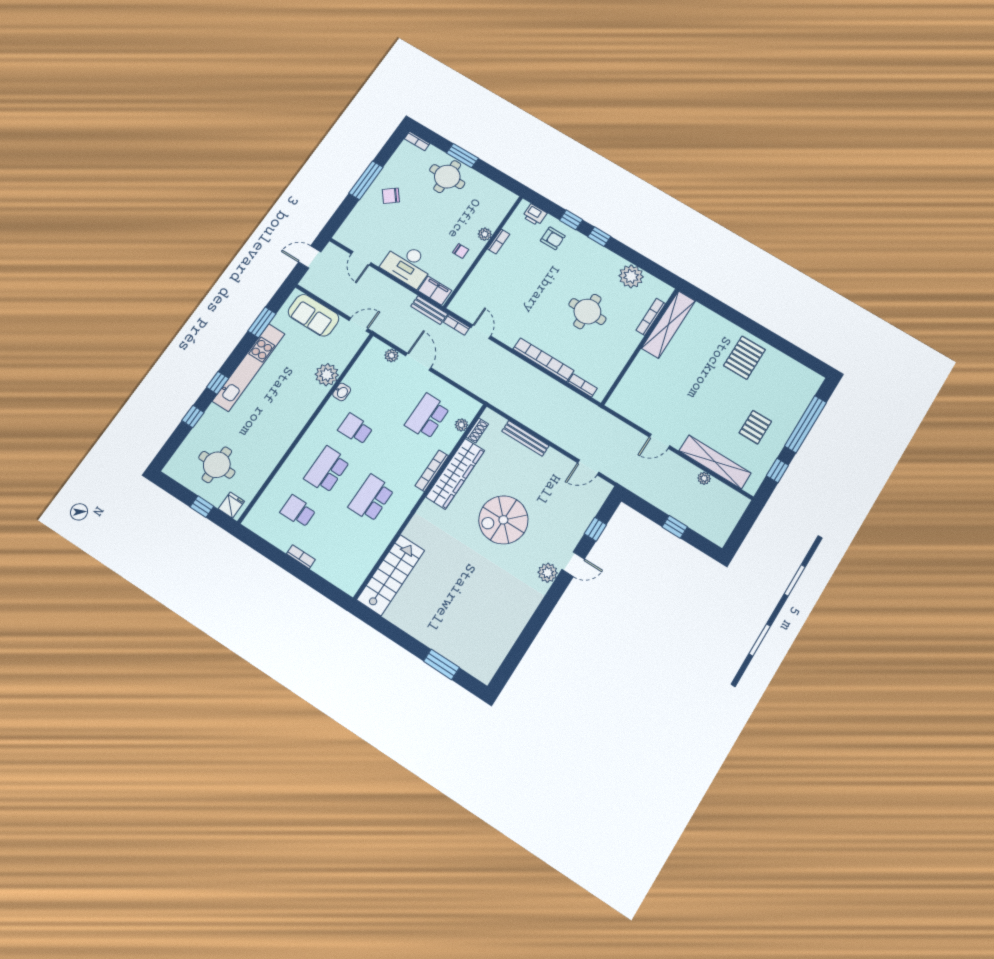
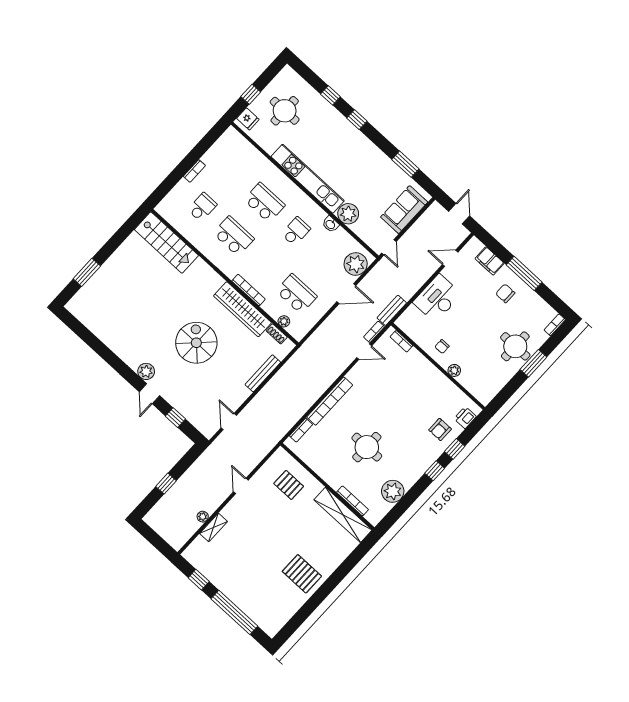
chair: (391, 196) -> (505, 293), turned -51
bookcase: (499, 242) -> (401, 341), moved
filing cabinet: (435, 291) -> (490, 261), moved, turned 90
plant: (392, 355) -> (356, 264), width x1.87, depth x1.87
kitchen unit: (249, 367) -> (308, 179), moved, turned 180
pallet: (755, 427) -> (289, 485), moved
shelving: (715, 462) -> (214, 527), width x0.45, depth x0.75
school desk: (298, 511) -> (202, 207), moved

